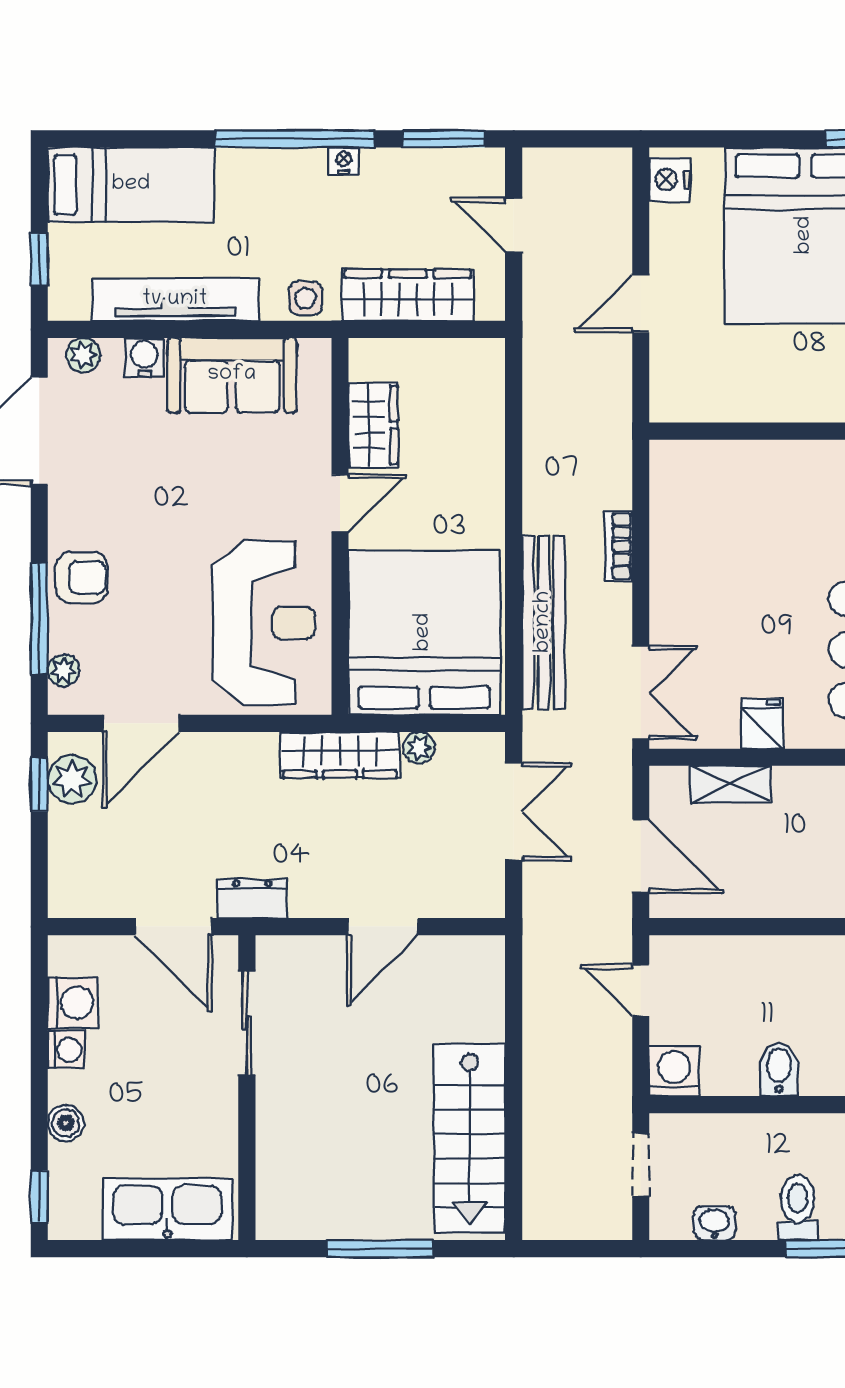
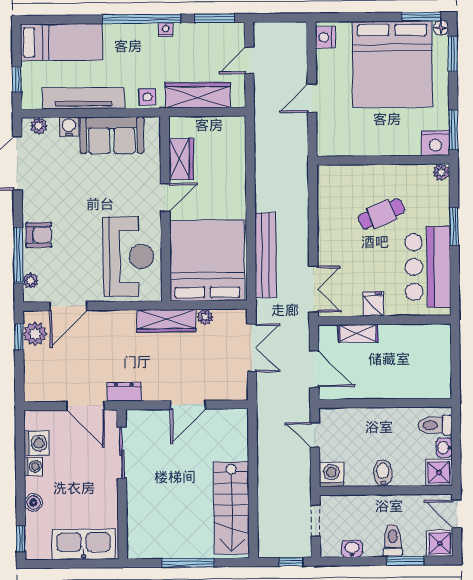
door: (514, 225) -> (249, 60), hinge flipped
cafe table: (781, 541) -> (381, 214), added
bookcase: (618, 546) -> (302, 217), removed
window: (590, 1249) -> (291, 562), added

